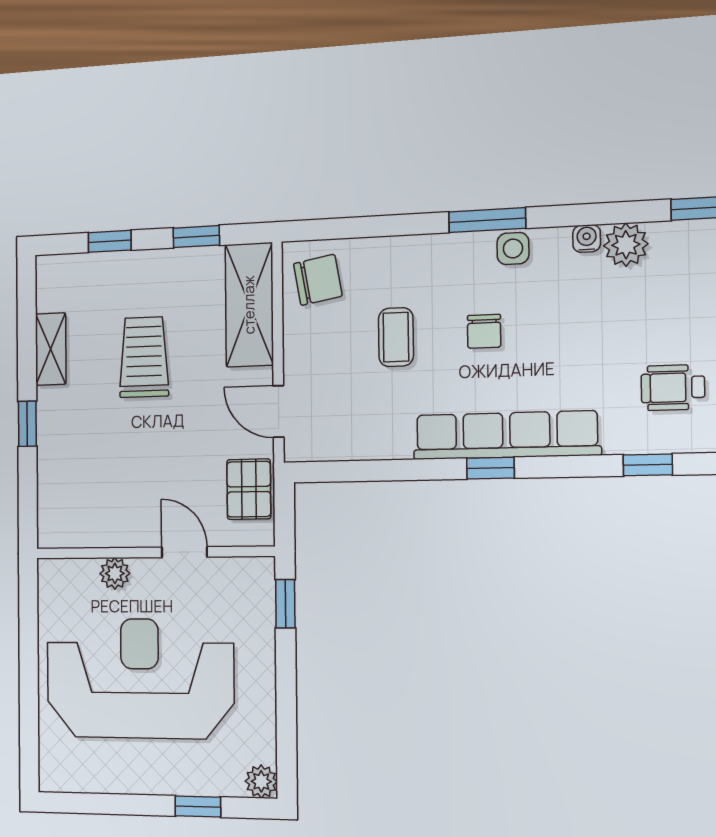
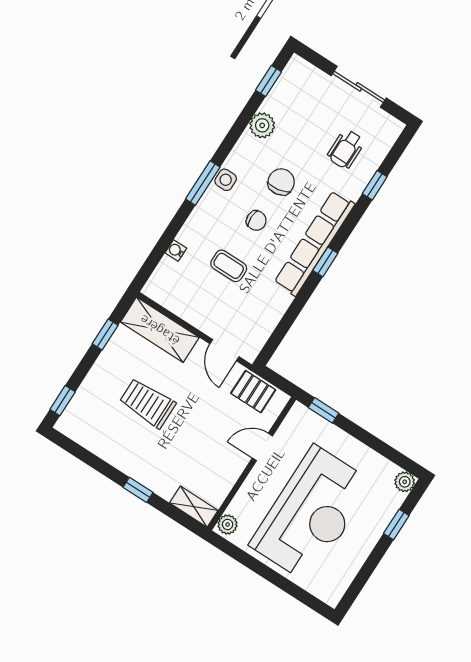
water cooler: (587, 238) -> (176, 250), moved
window: (110, 241) -> (63, 401), moved
chair: (318, 280) -> (281, 182), moved
shelving: (51, 349) -> (194, 507), moved
door: (279, 412) -> (224, 350), hinge flipped
plant: (115, 573) -> (228, 525), moved
reception desk: (140, 678) -> (311, 514), turned 180

